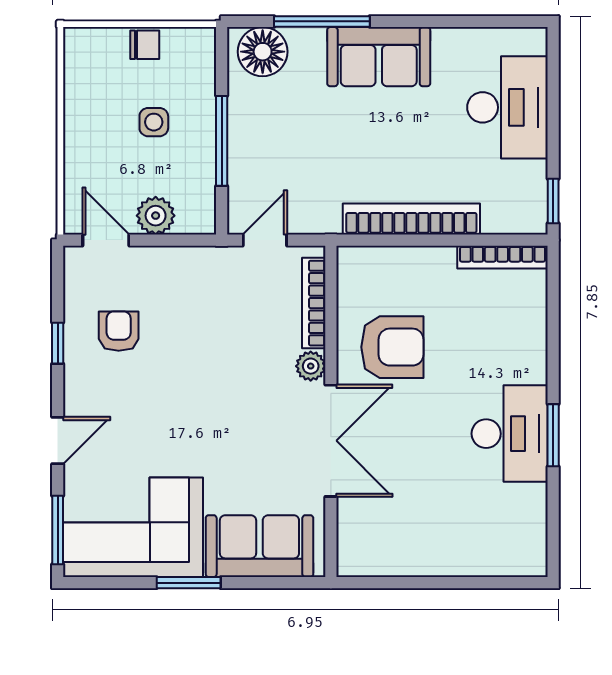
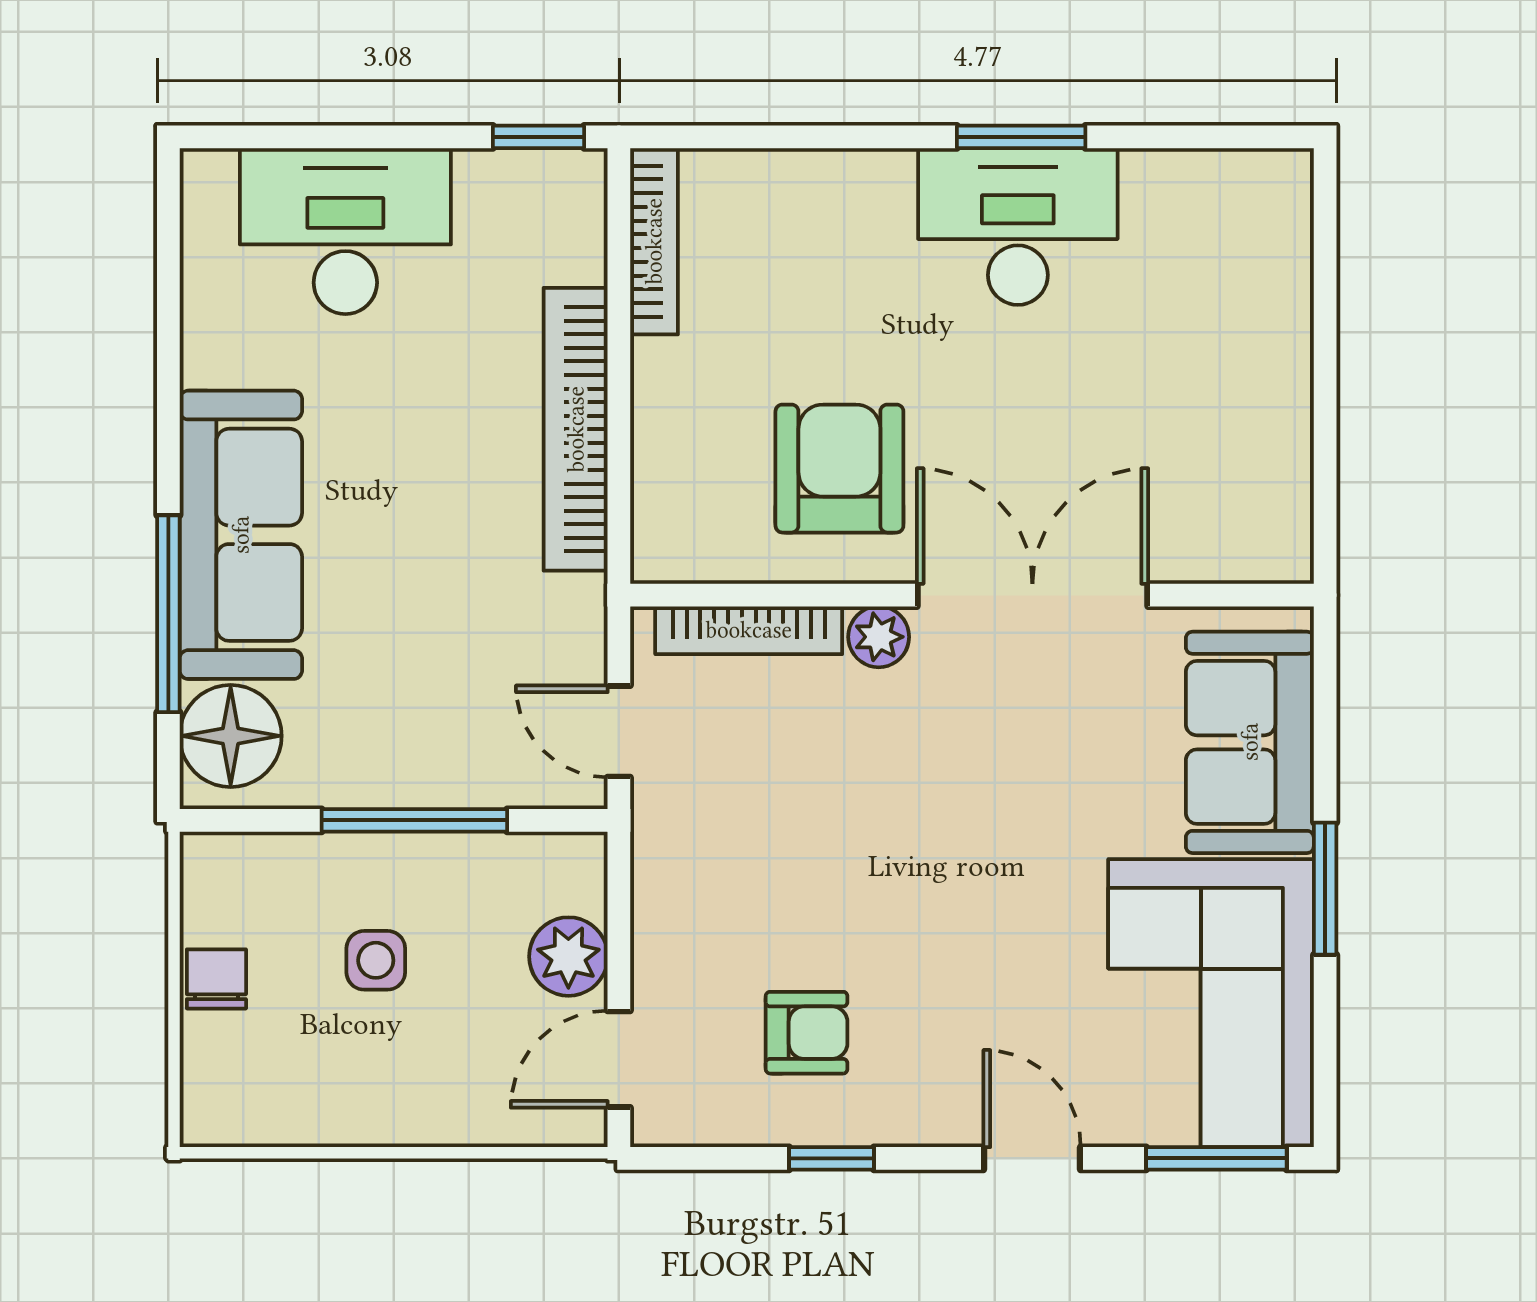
sofa: (379, 57) -> (241, 535), width x1.36
armchair: (119, 331) -> (807, 1033), turned 180

